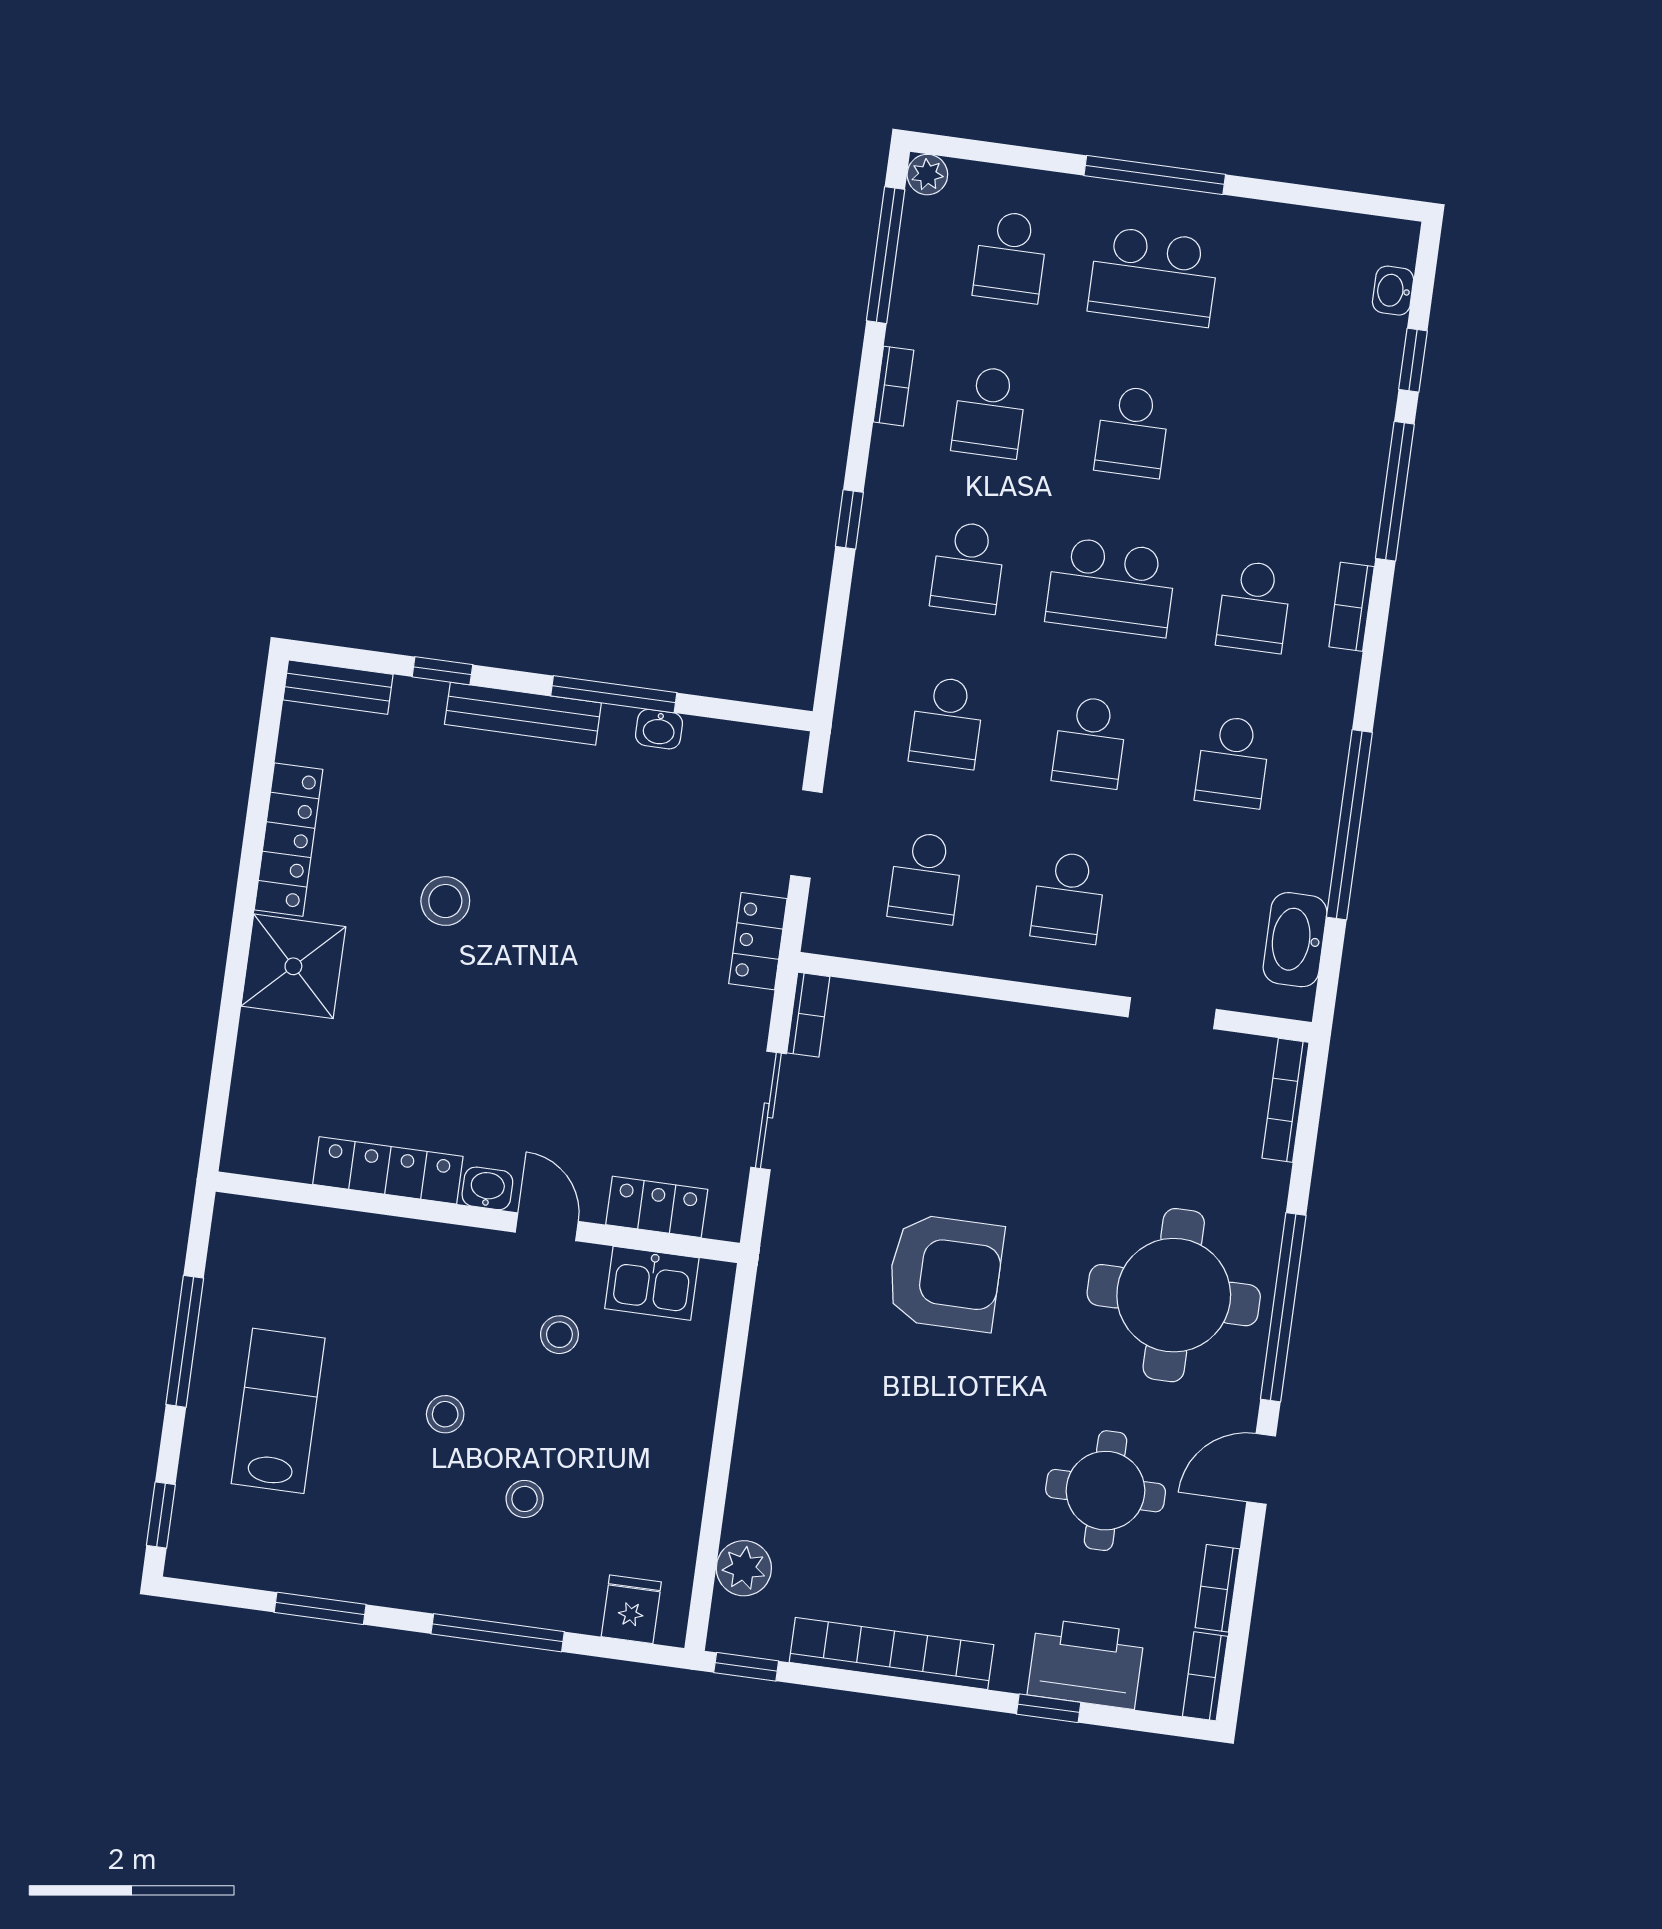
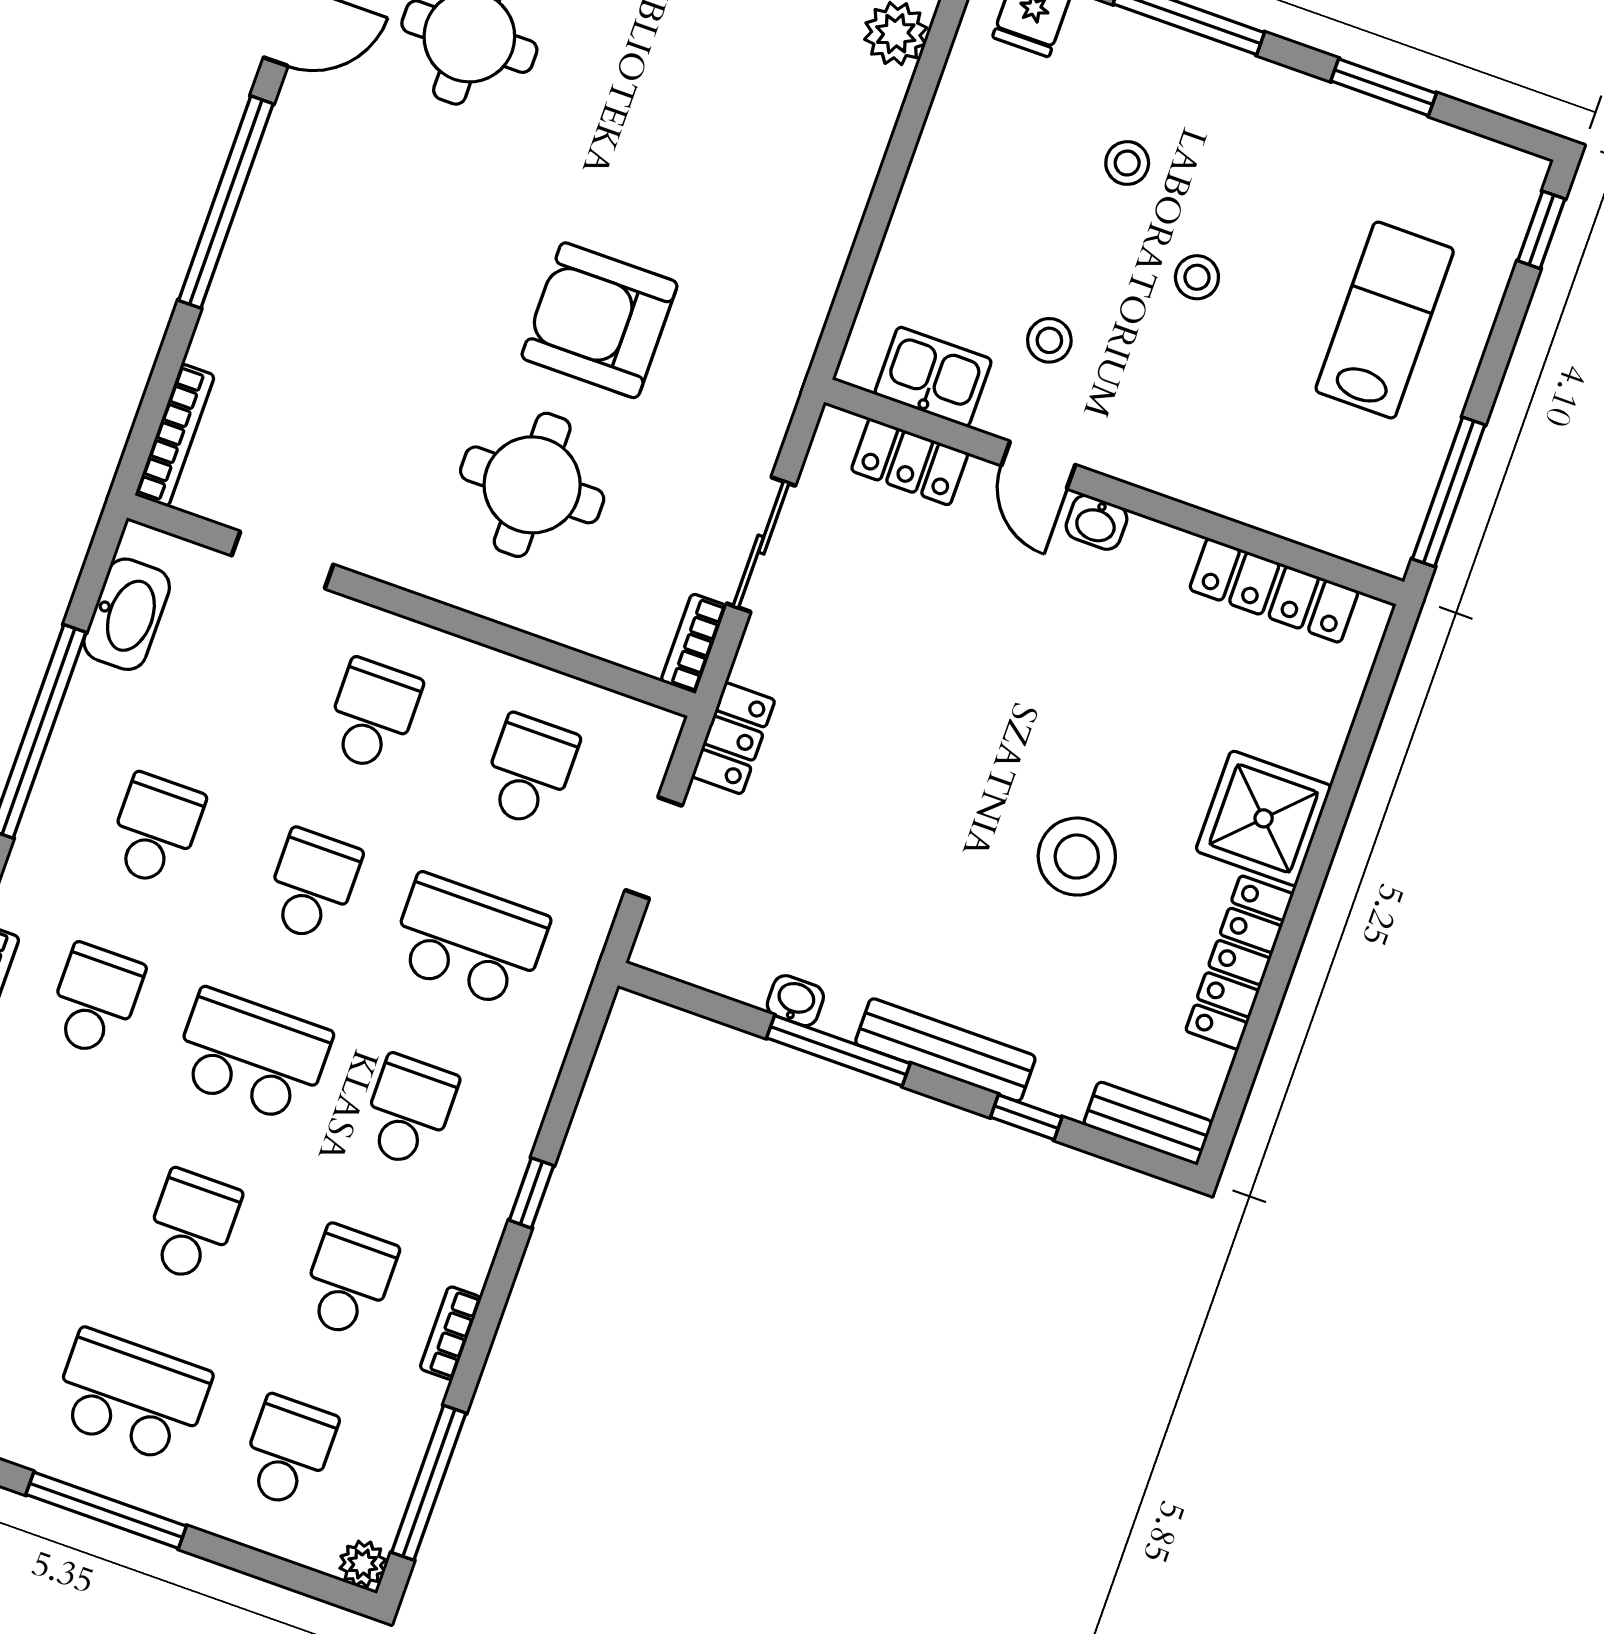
school desk: (947, 723) -> (469, 941), width x1.85
stool: (445, 901) -> (1077, 857), width x1.38, depth x1.38
locker: (388, 1170) -> (1274, 590), moved
round table: (1174, 1295) -> (532, 485), moved, width x0.73, depth x0.73
window: (185, 1341) -> (1449, 492), moved
lab bench: (278, 1411) -> (1385, 320), turned 180

